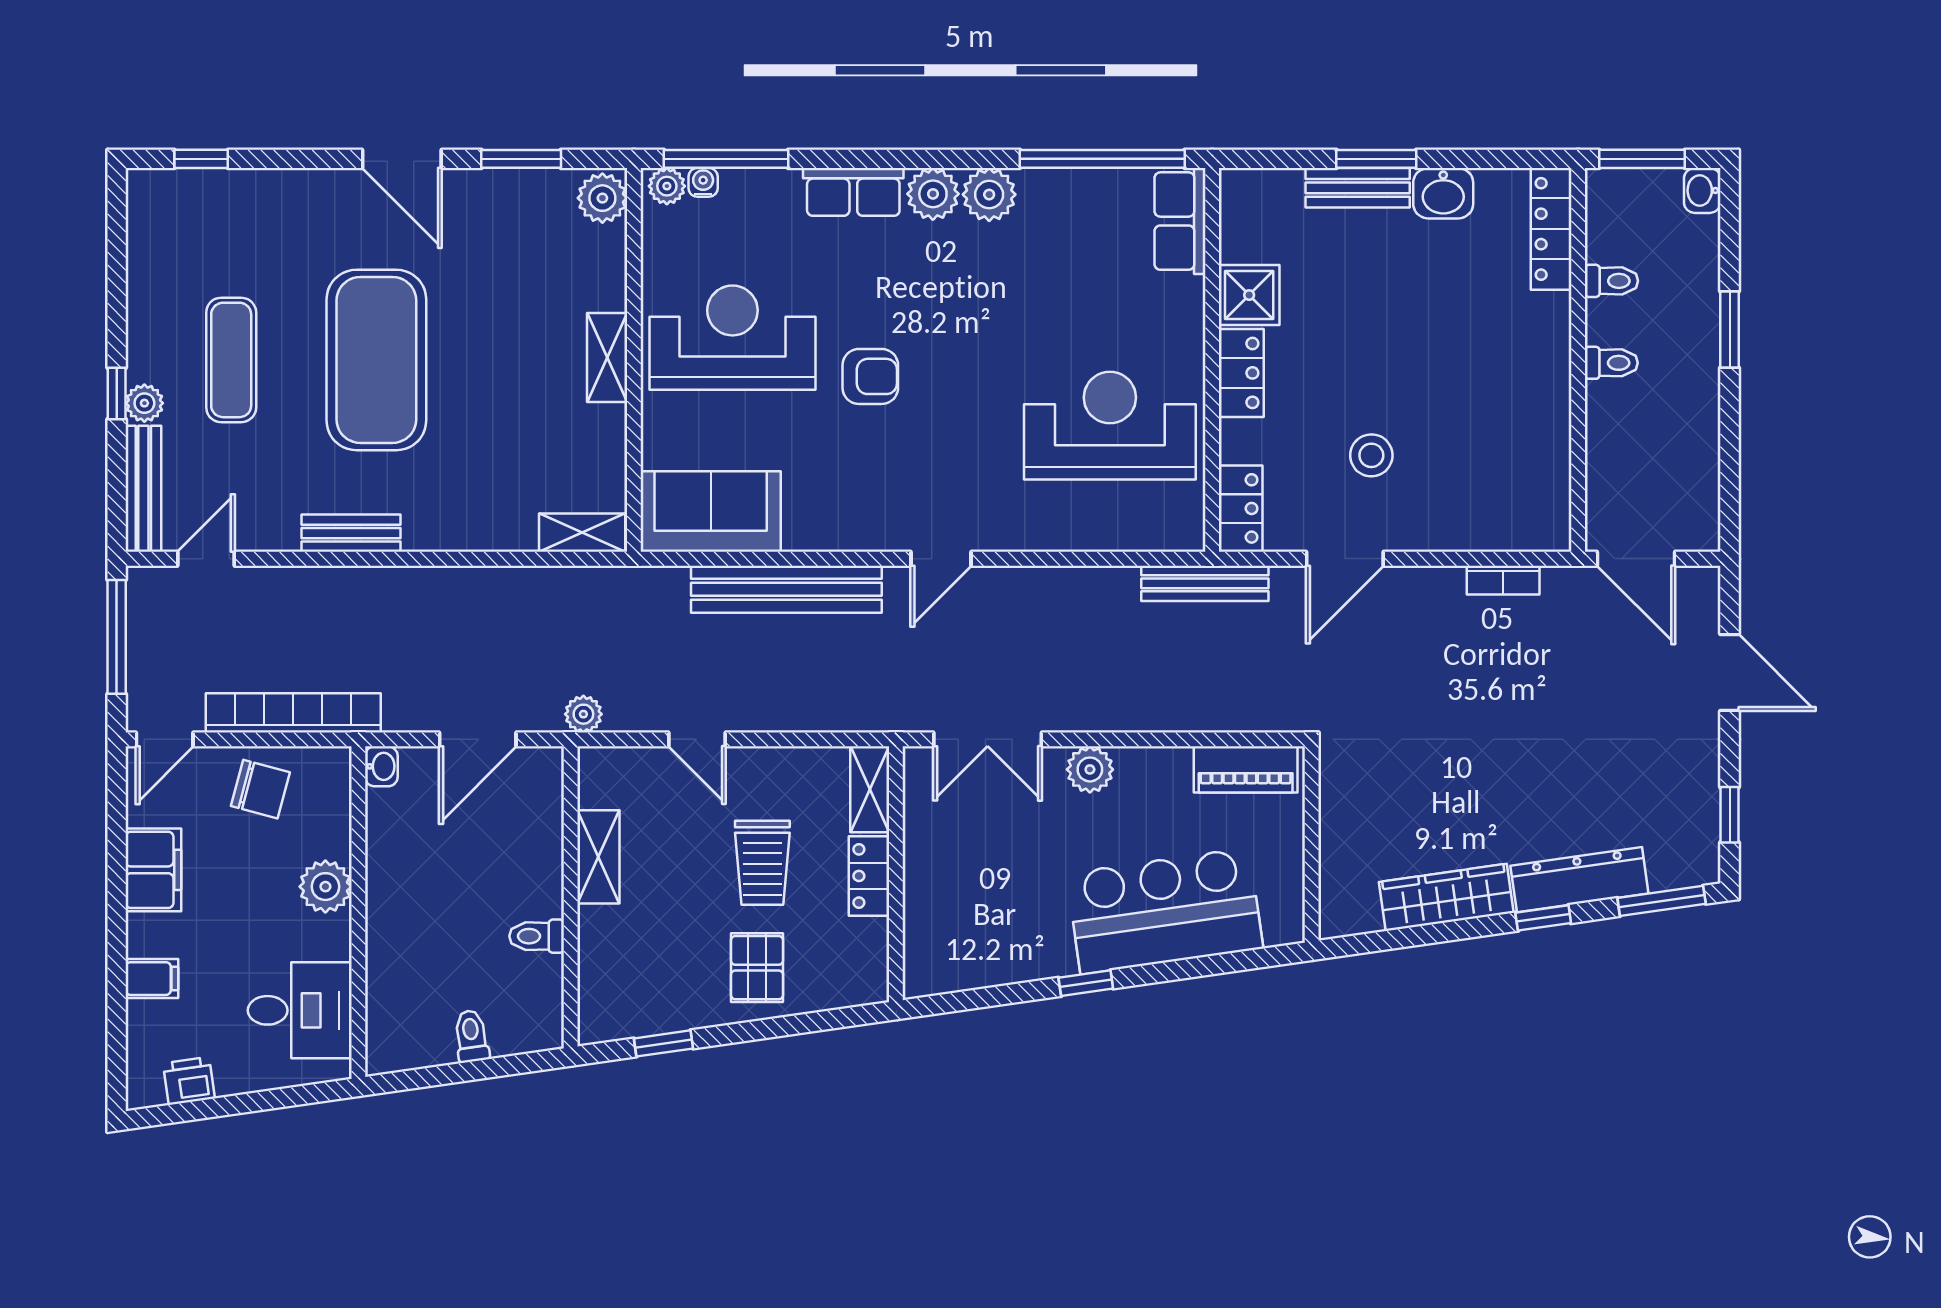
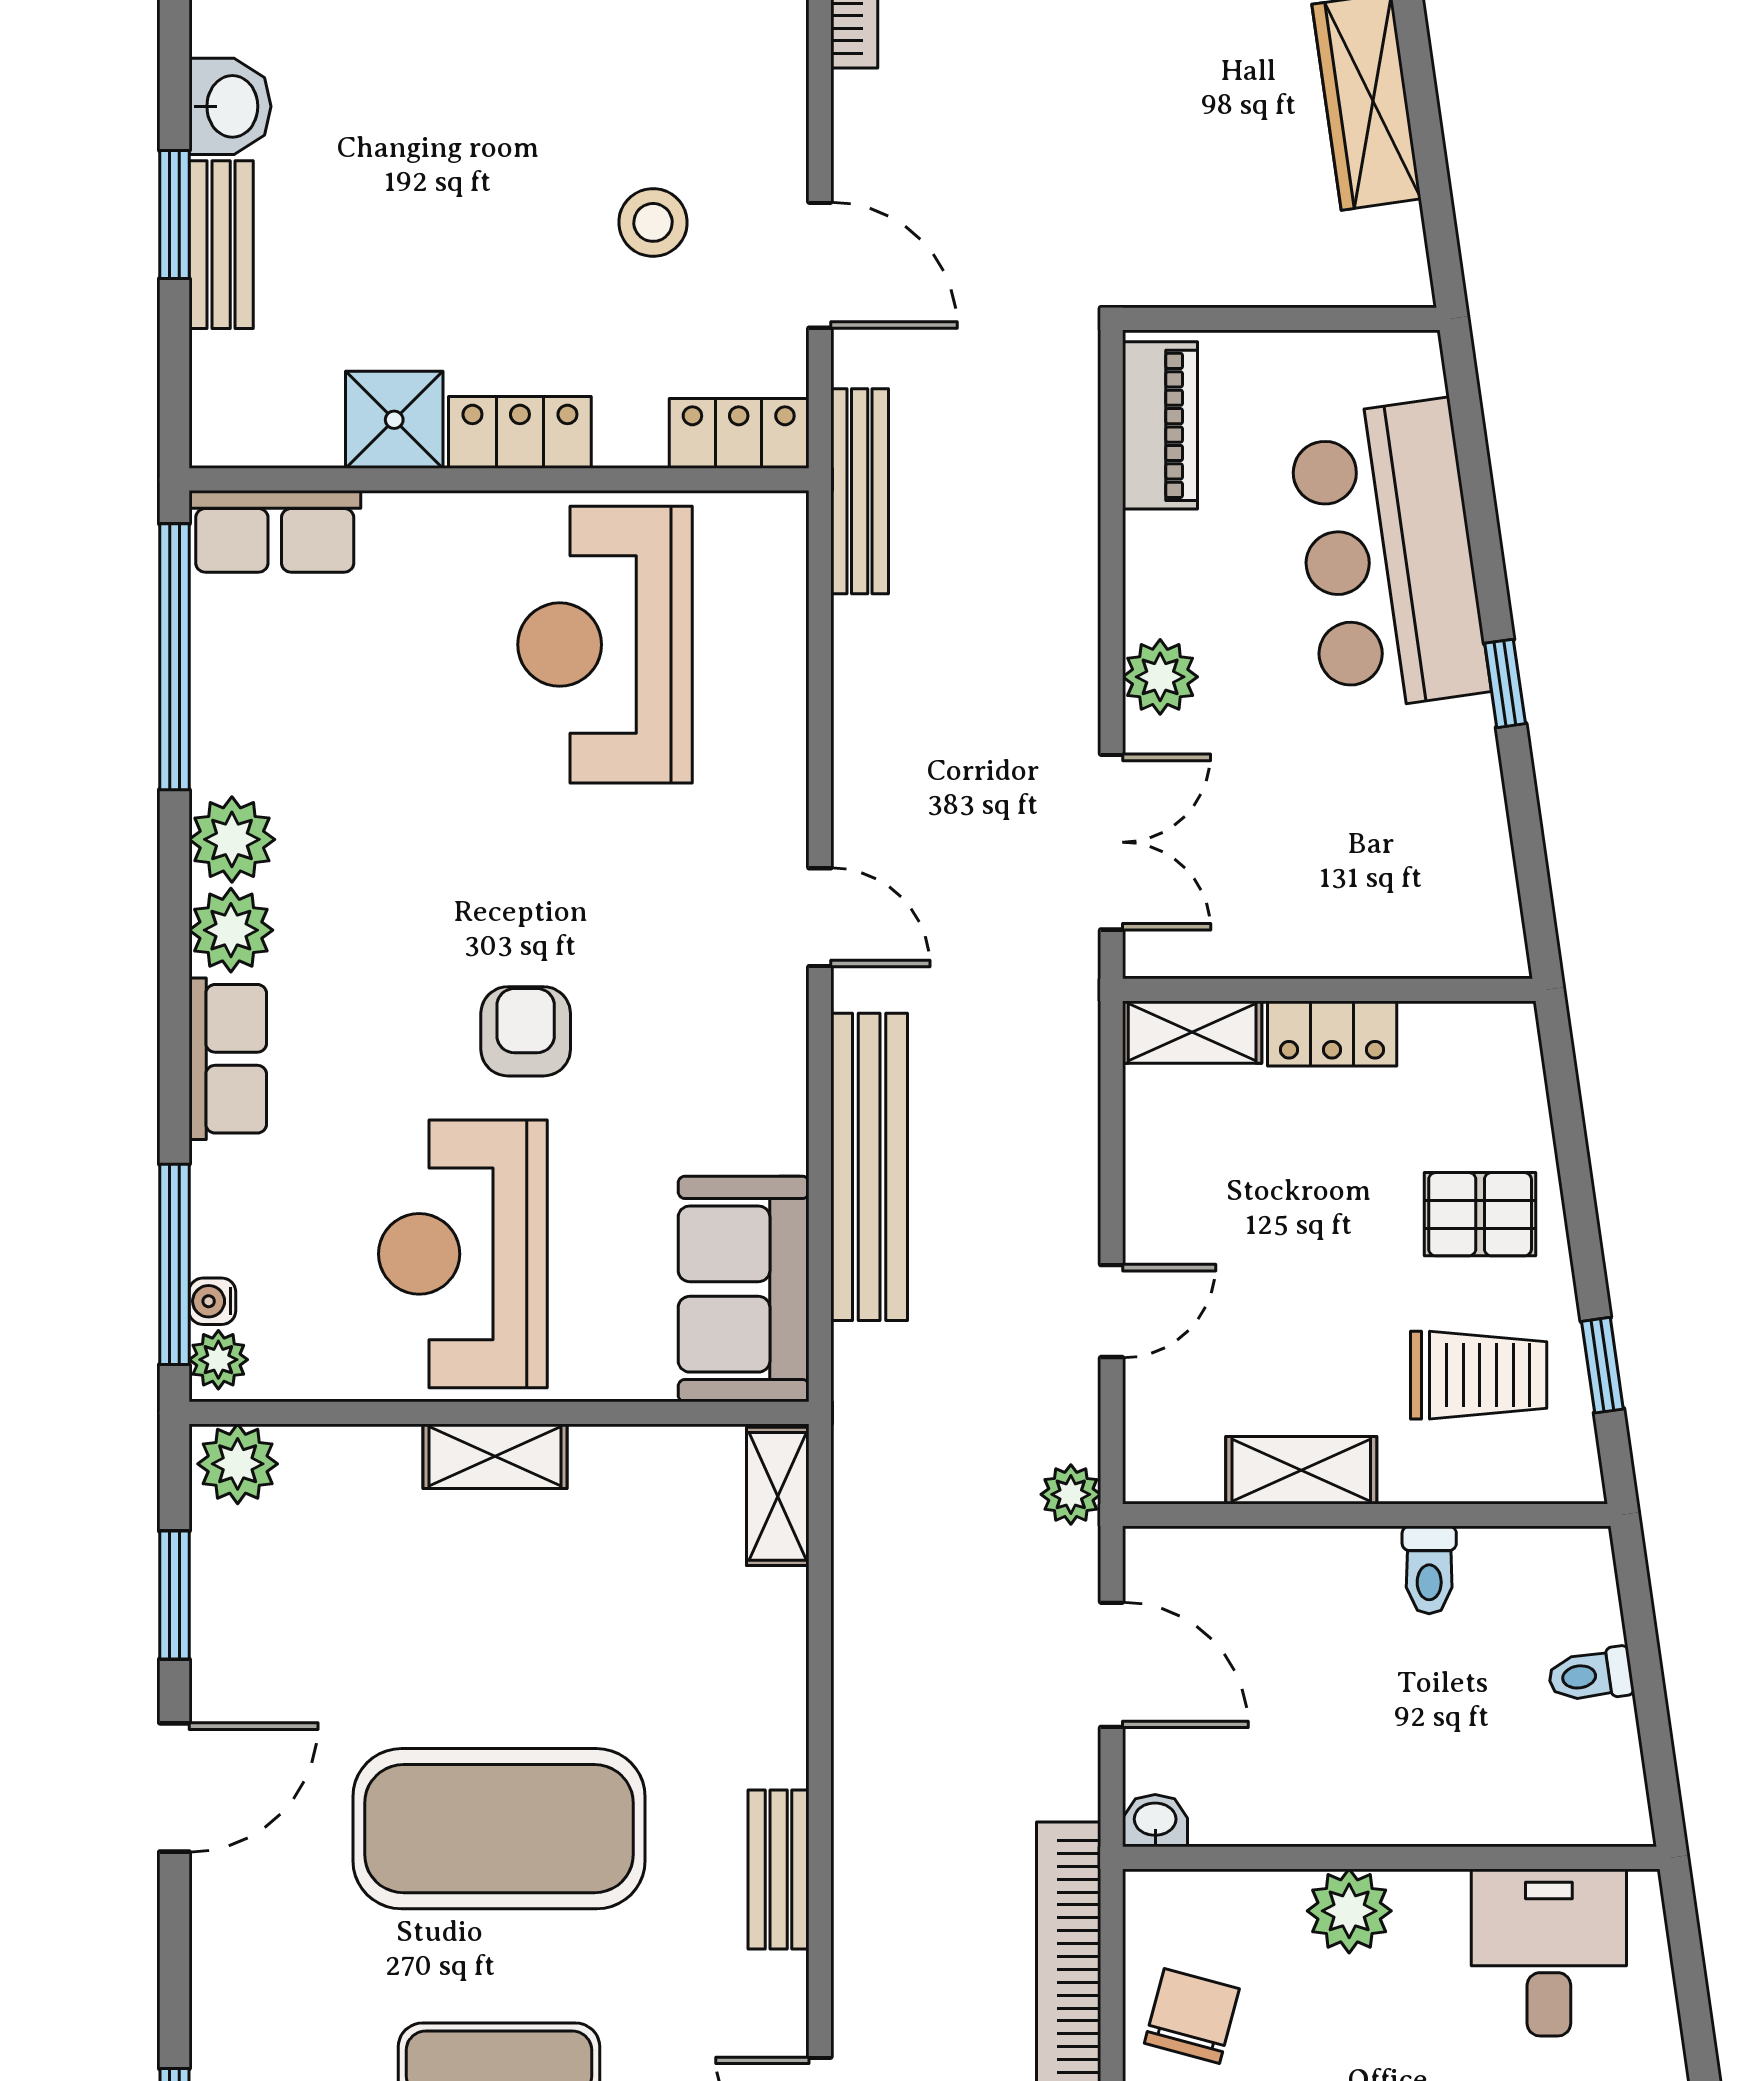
trolley: (762, 863) -> (1479, 1375), moved

